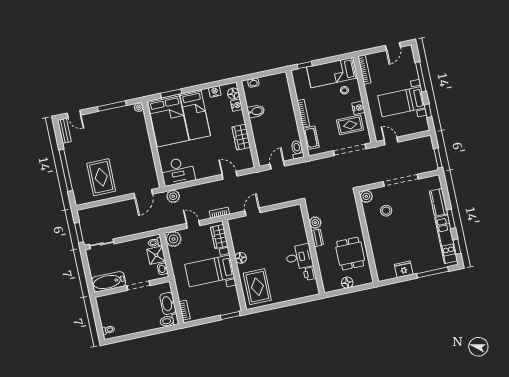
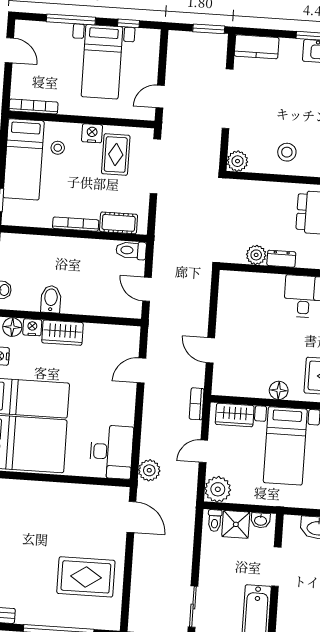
wardrobe: (241, 137) -> (62, 333), moved
kitchen counter: (438, 202) -> (257, 47), moved
stool: (386, 211) -> (287, 152), moved

